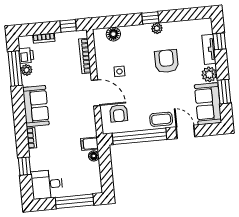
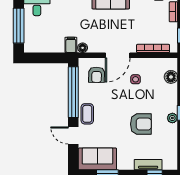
plant: (209, 74) -> (125, 163), removed
armchair: (119, 113) -> (97, 75), turned -89
door: (186, 132) -> (73, 135), swing flipped
floor lamp: (94, 156) -> (83, 48), moved

